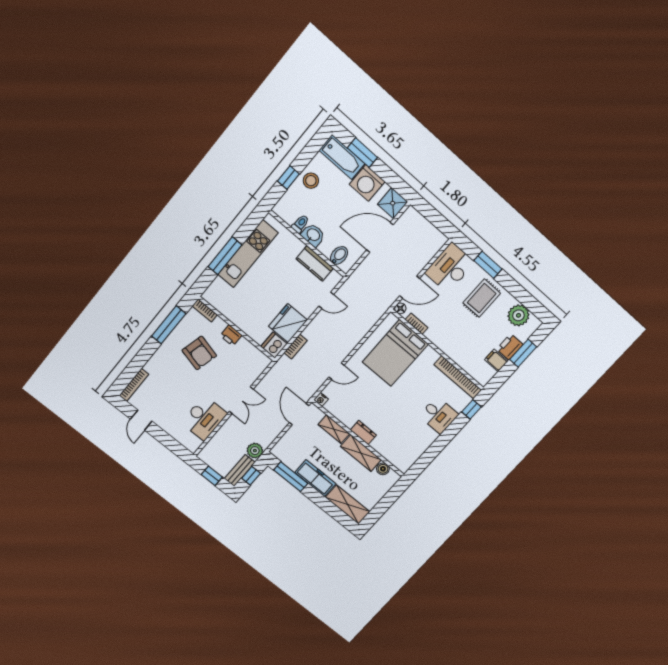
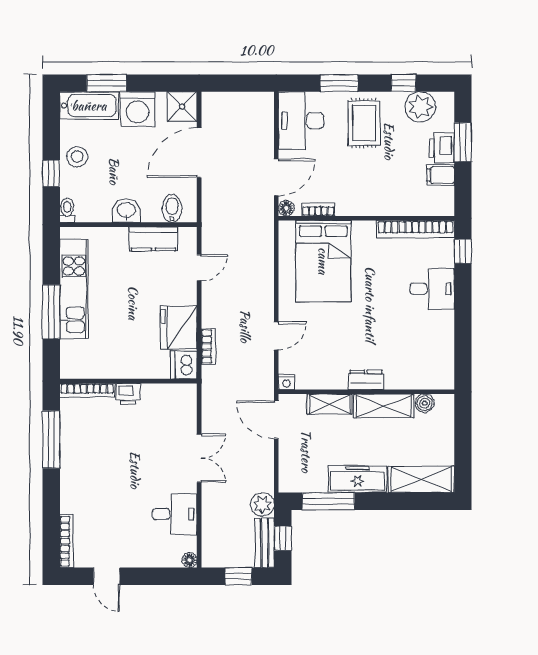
toilet: (300, 224) -> (67, 210), moved
window: (521, 295) -> (403, 83), added
bookcase: (205, 310) -> (87, 390), width x1.56
armchair: (199, 353) -> (109, 443), removed
desk: (204, 418) -> (175, 514), width x0.73
floor lamp: (193, 447) -> (190, 560), added

